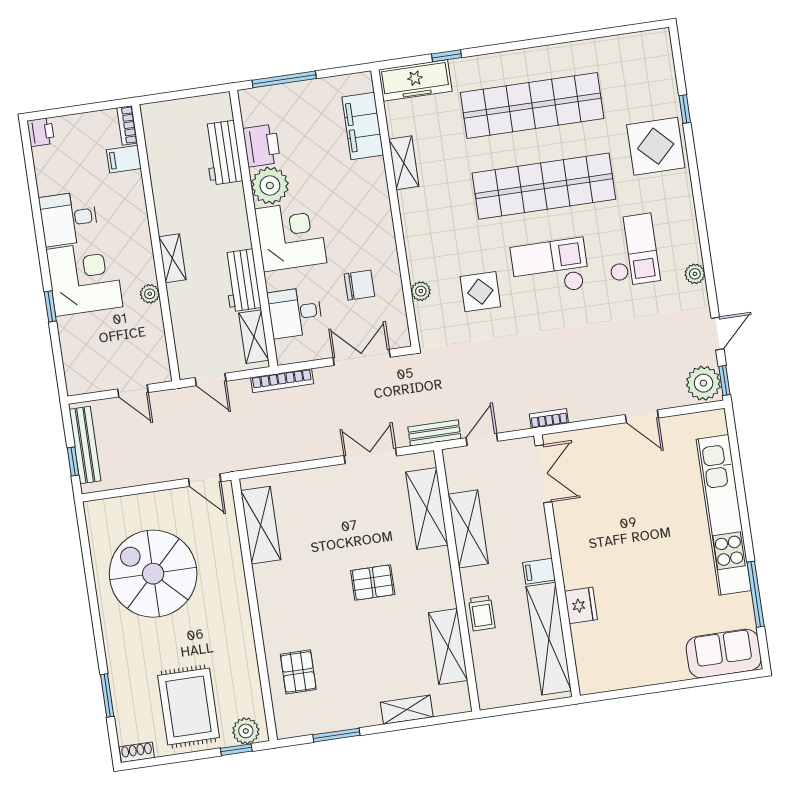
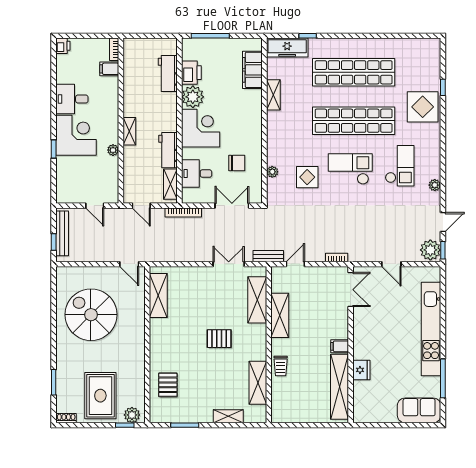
double door: (544, 474) -> (351, 290), moved
wall: (557, 566) -> (351, 345), moved
filing cabinet: (539, 571) -> (340, 346), moved
fridge: (581, 605) -> (361, 370), moved
shelving: (549, 639) -> (340, 387), moved

